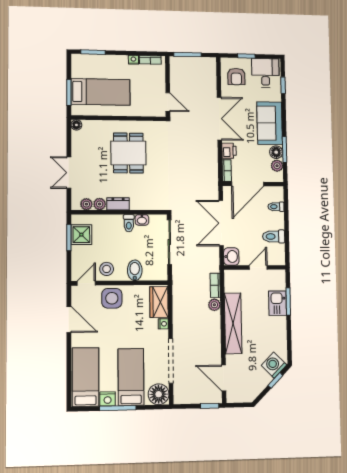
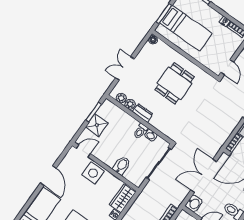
shower: (81, 235) -> (97, 125), moved
stool: (107, 269) -> (103, 151), removed
door: (69, 319) -> (48, 176), moved

